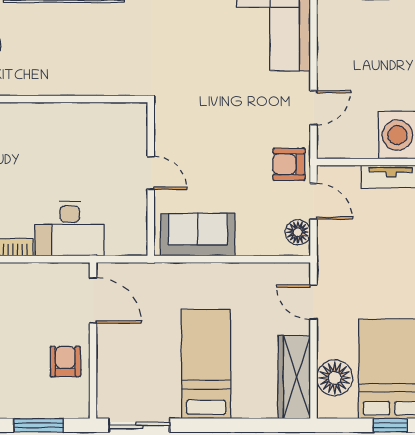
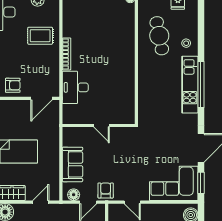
door: (151, 173) -> (101, 125), hinge flipped
sofa: (198, 235) -> (72, 164), moved

